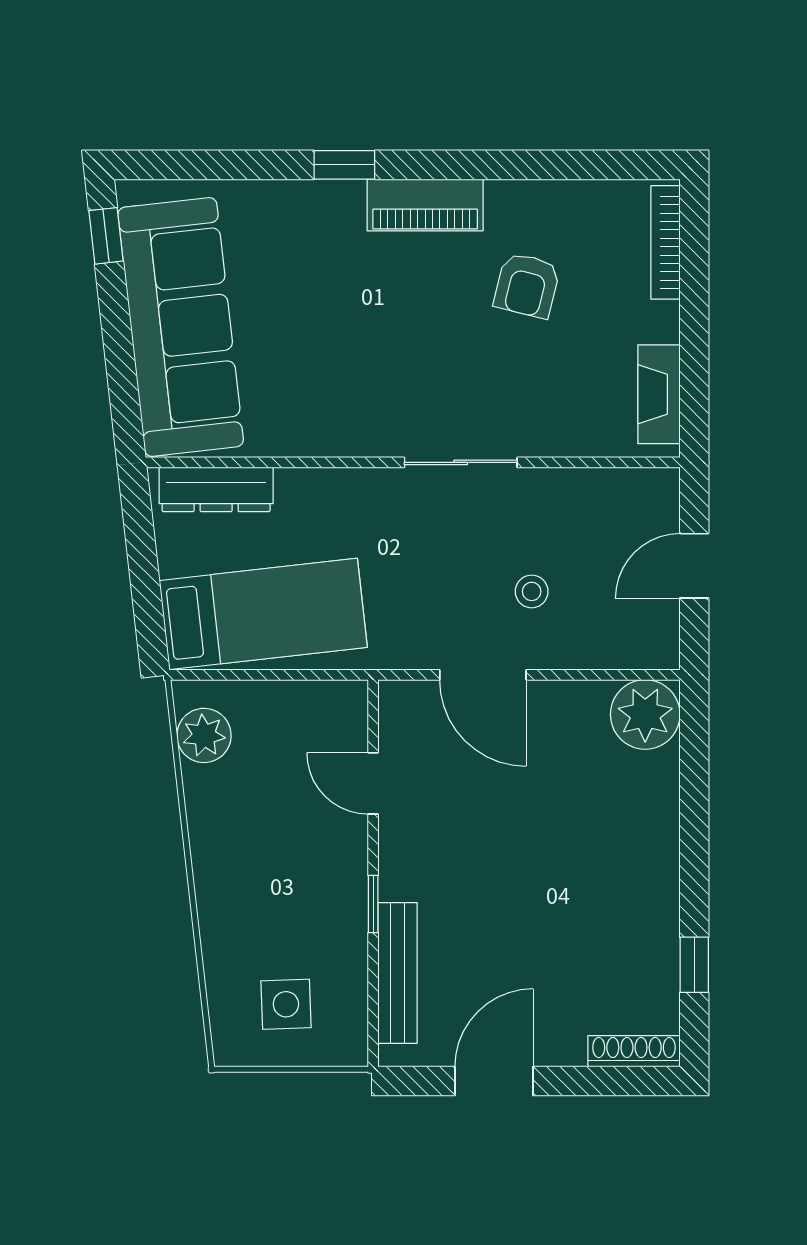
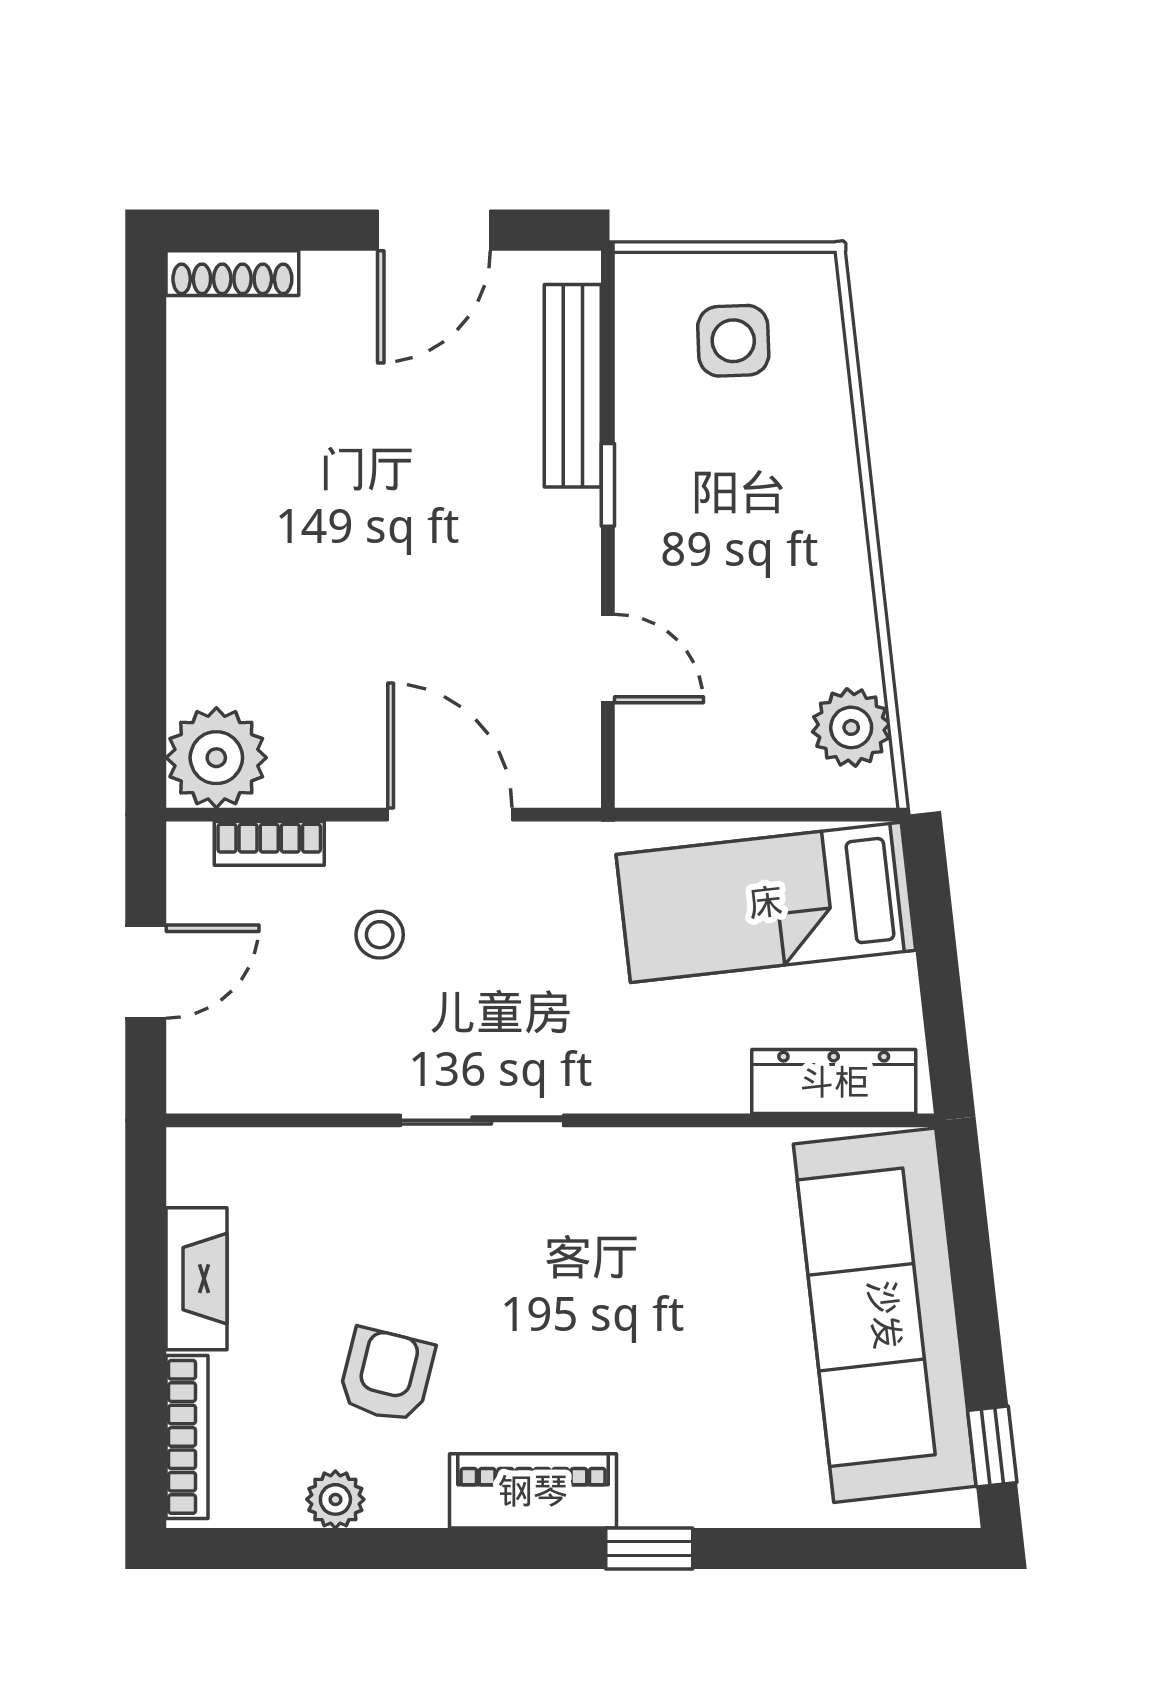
plant: (562, 199) -> (335, 1499), added
fireplace: (659, 394) -> (197, 1279), moved
bookcase: (608, 655) -> (269, 843), added
window: (694, 965) -> (146, 397), removed

